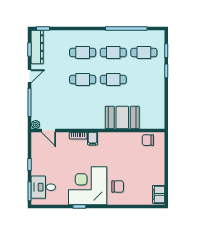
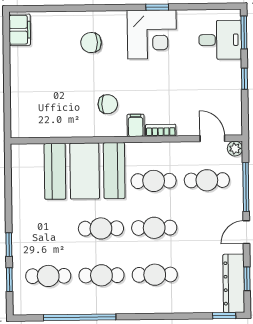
cafe table: (52, 106) -> (207, 180), added
cafe table: (83, 106) -> (154, 181), added
booth: (122, 118) -> (85, 171), width x1.36, depth x1.42
chair: (148, 140) -> (108, 104), moved
corner desk: (88, 186) -> (152, 34), width x0.74, depth x0.74

